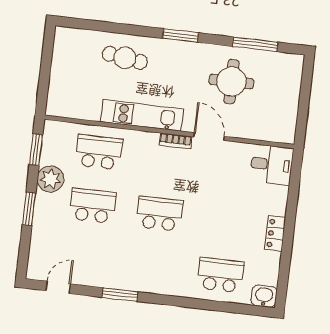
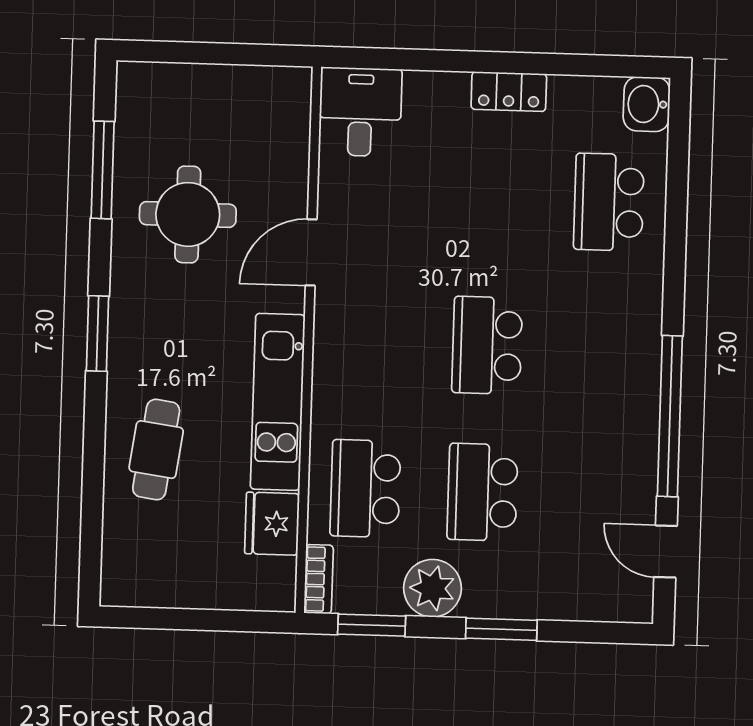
fridge: (86, 108) -> (272, 524), added
bookcase: (176, 141) -> (319, 579), moved
window: (120, 295) -> (670, 416), width x2.11

